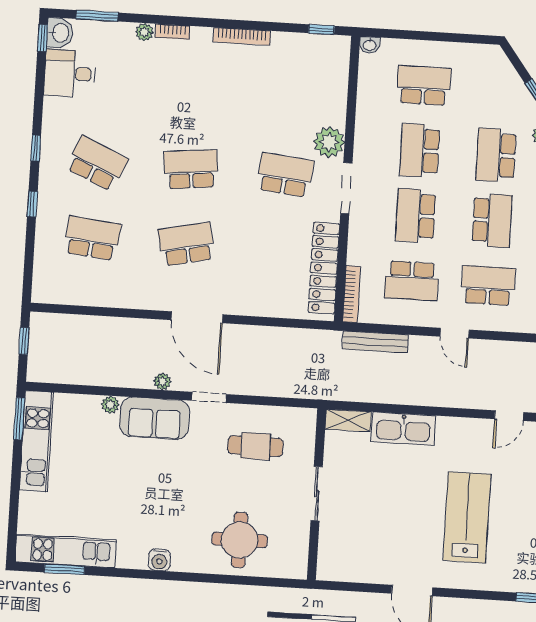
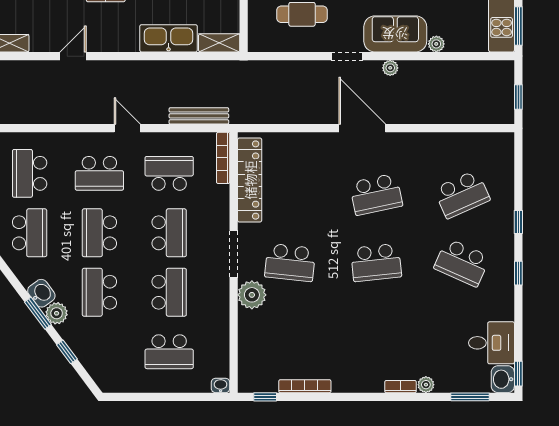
bookcase: (242, 36) -> (305, 386), moved
school desk: (496, 155) -> (99, 292), turned 180
school desk: (92, 238) -> (462, 194), turned -30

